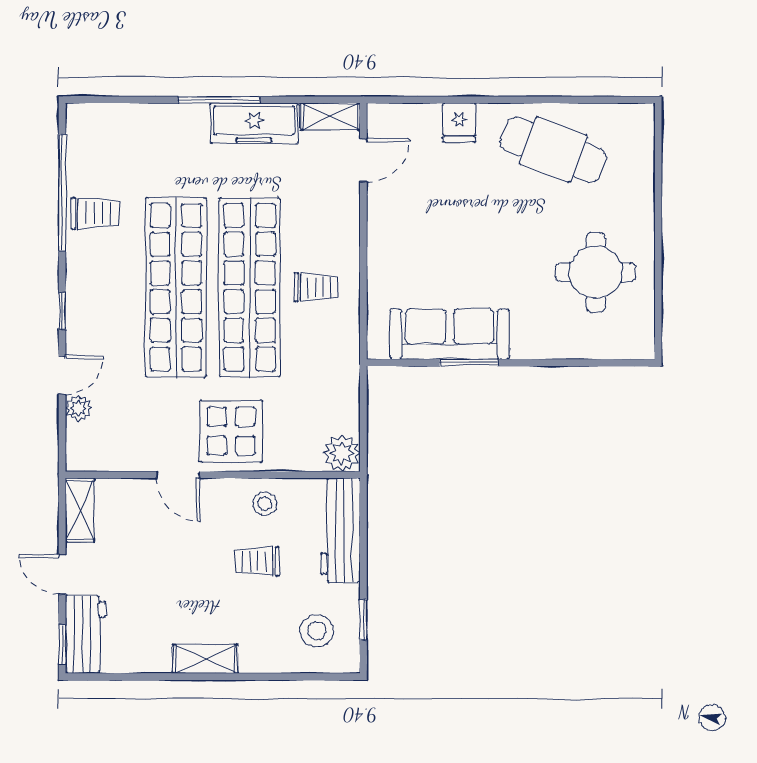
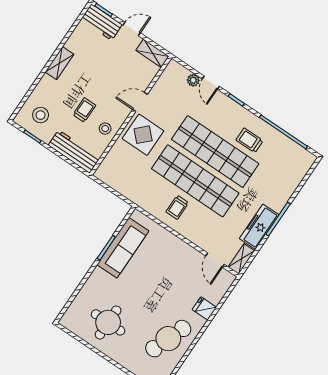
trolley: (95, 213) -> (250, 140), moved, turned 90
plant: (342, 453) -> (104, 173), removed

